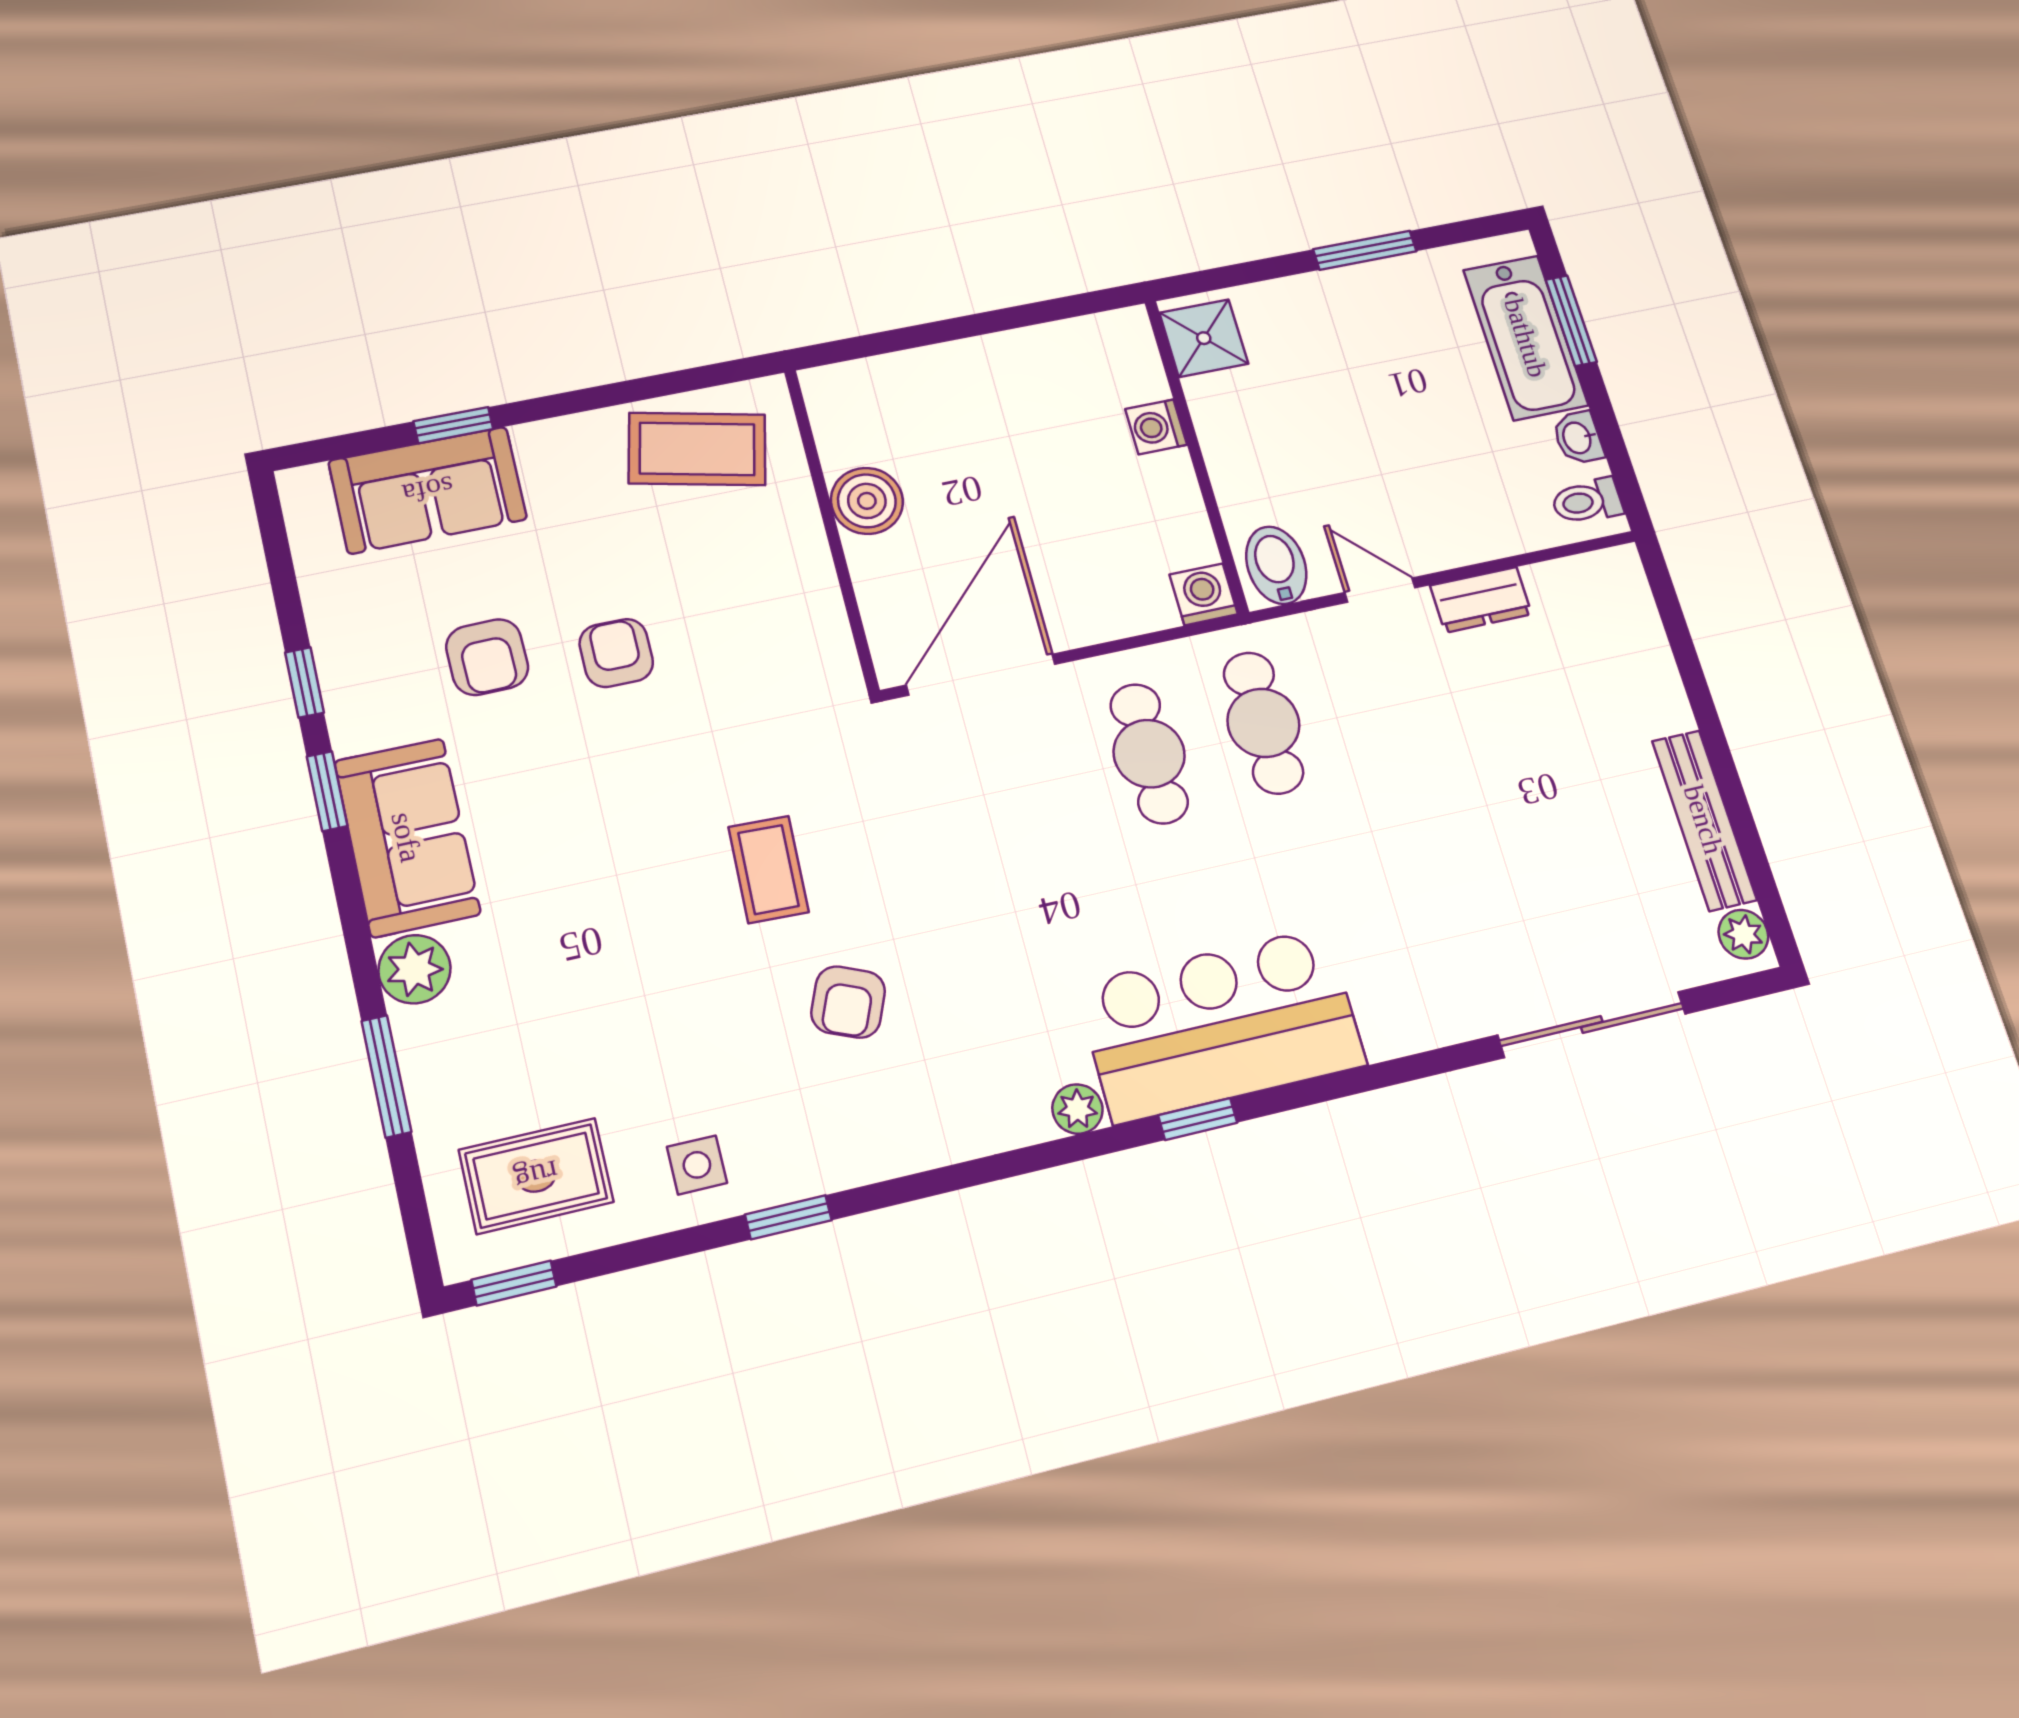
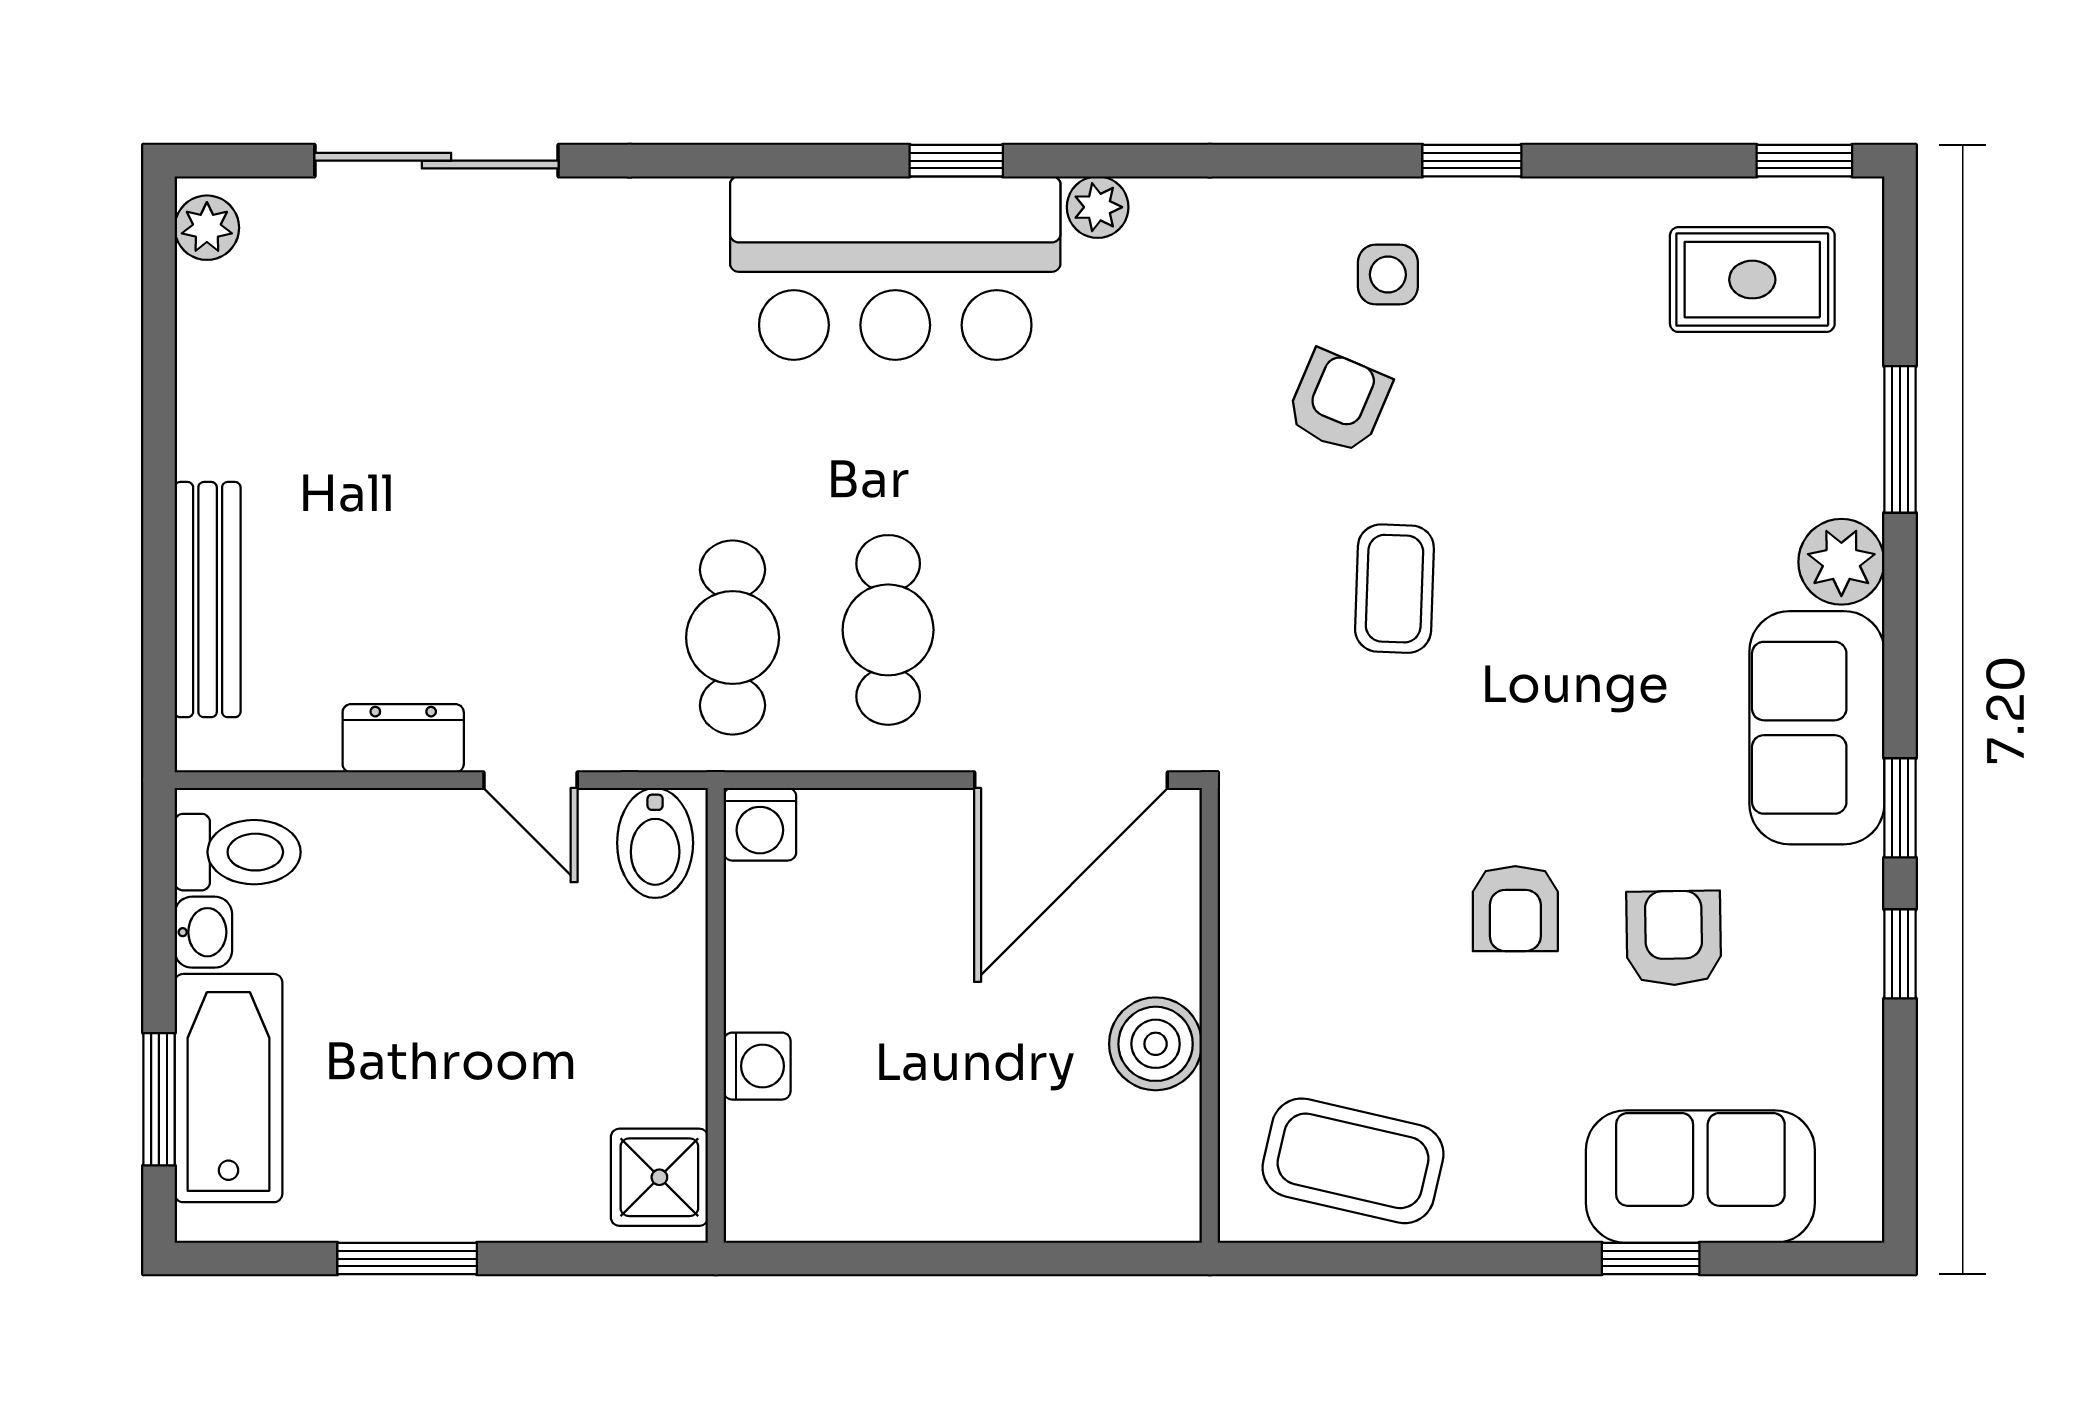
toilet: (1587, 501) -> (238, 852), width x1.37, depth x1.39
bench: (1704, 820) -> (208, 600), moved
side table: (697, 1165) -> (1388, 275), moved

